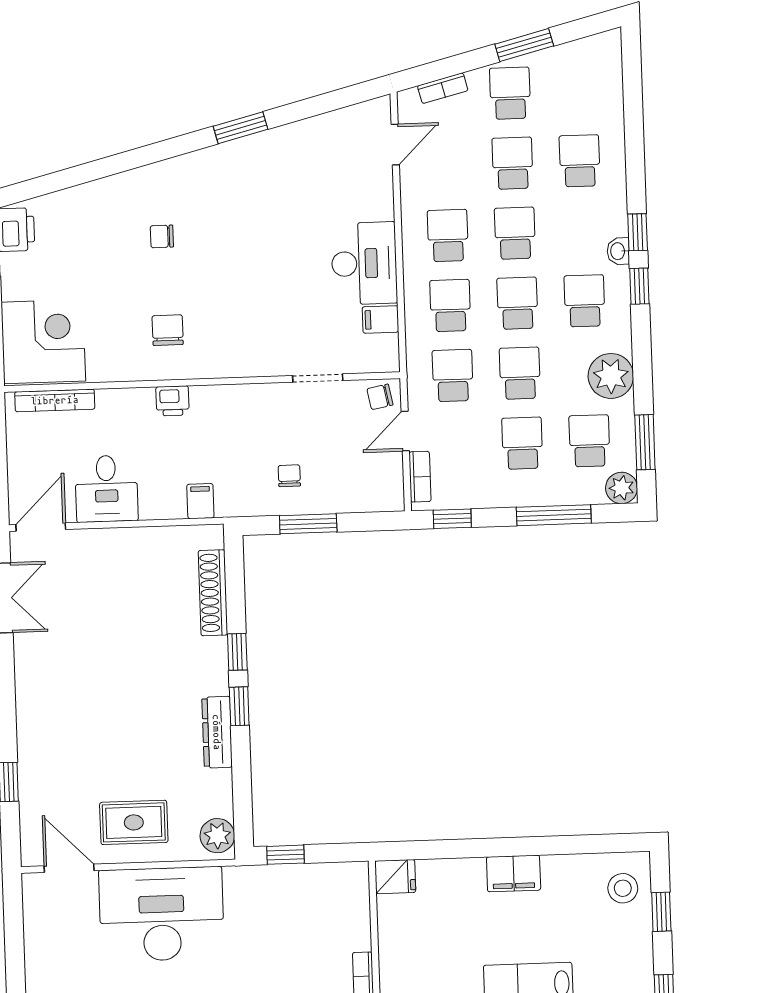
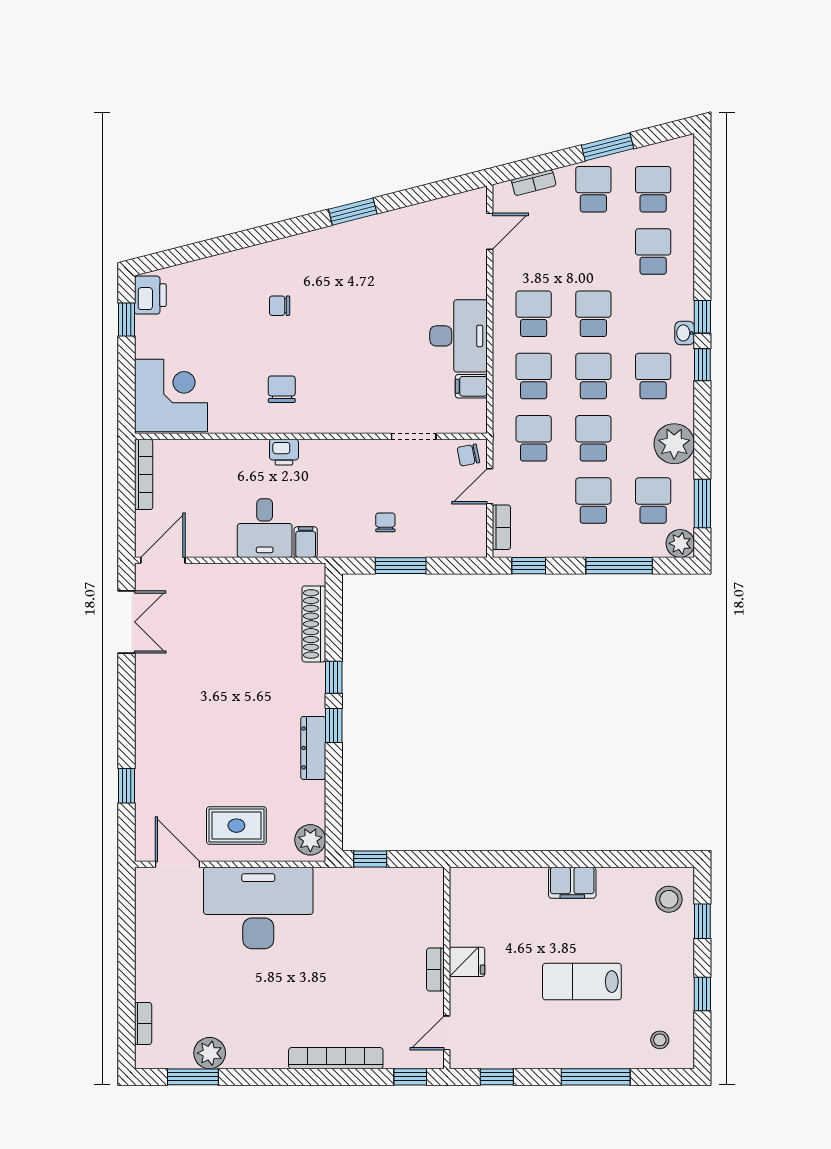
school desk: (512, 163) -> (653, 189), moved
bookcase: (55, 400) -> (144, 474), moved, turned -90
desk: (106, 489) -> (265, 528), moved
fridge: (395, 877) -> (467, 962), moved

